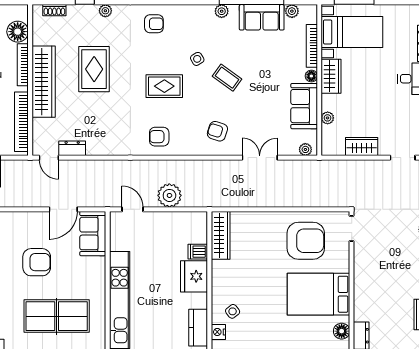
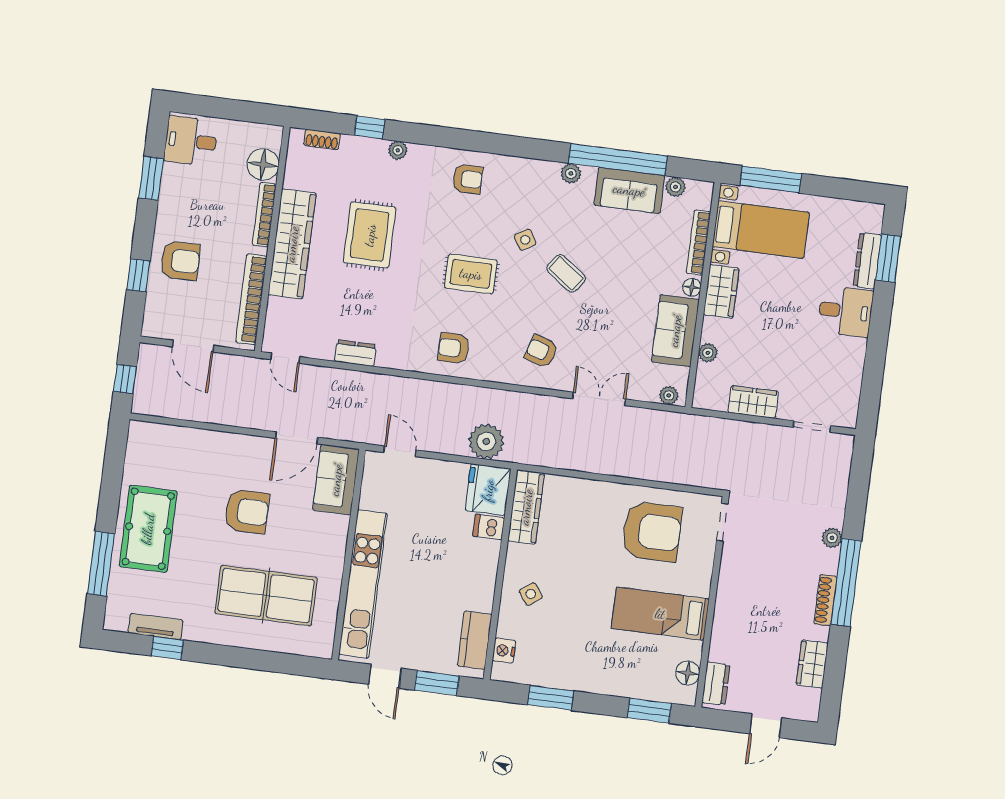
dresser: (72, 148) -> (355, 353), moved
plant: (169, 195) -> (486, 441), moved
fridge: (194, 276) -> (488, 490), moved
bed: (318, 294) -> (660, 614), width x0.67
side table: (233, 311) -> (531, 594), moved

